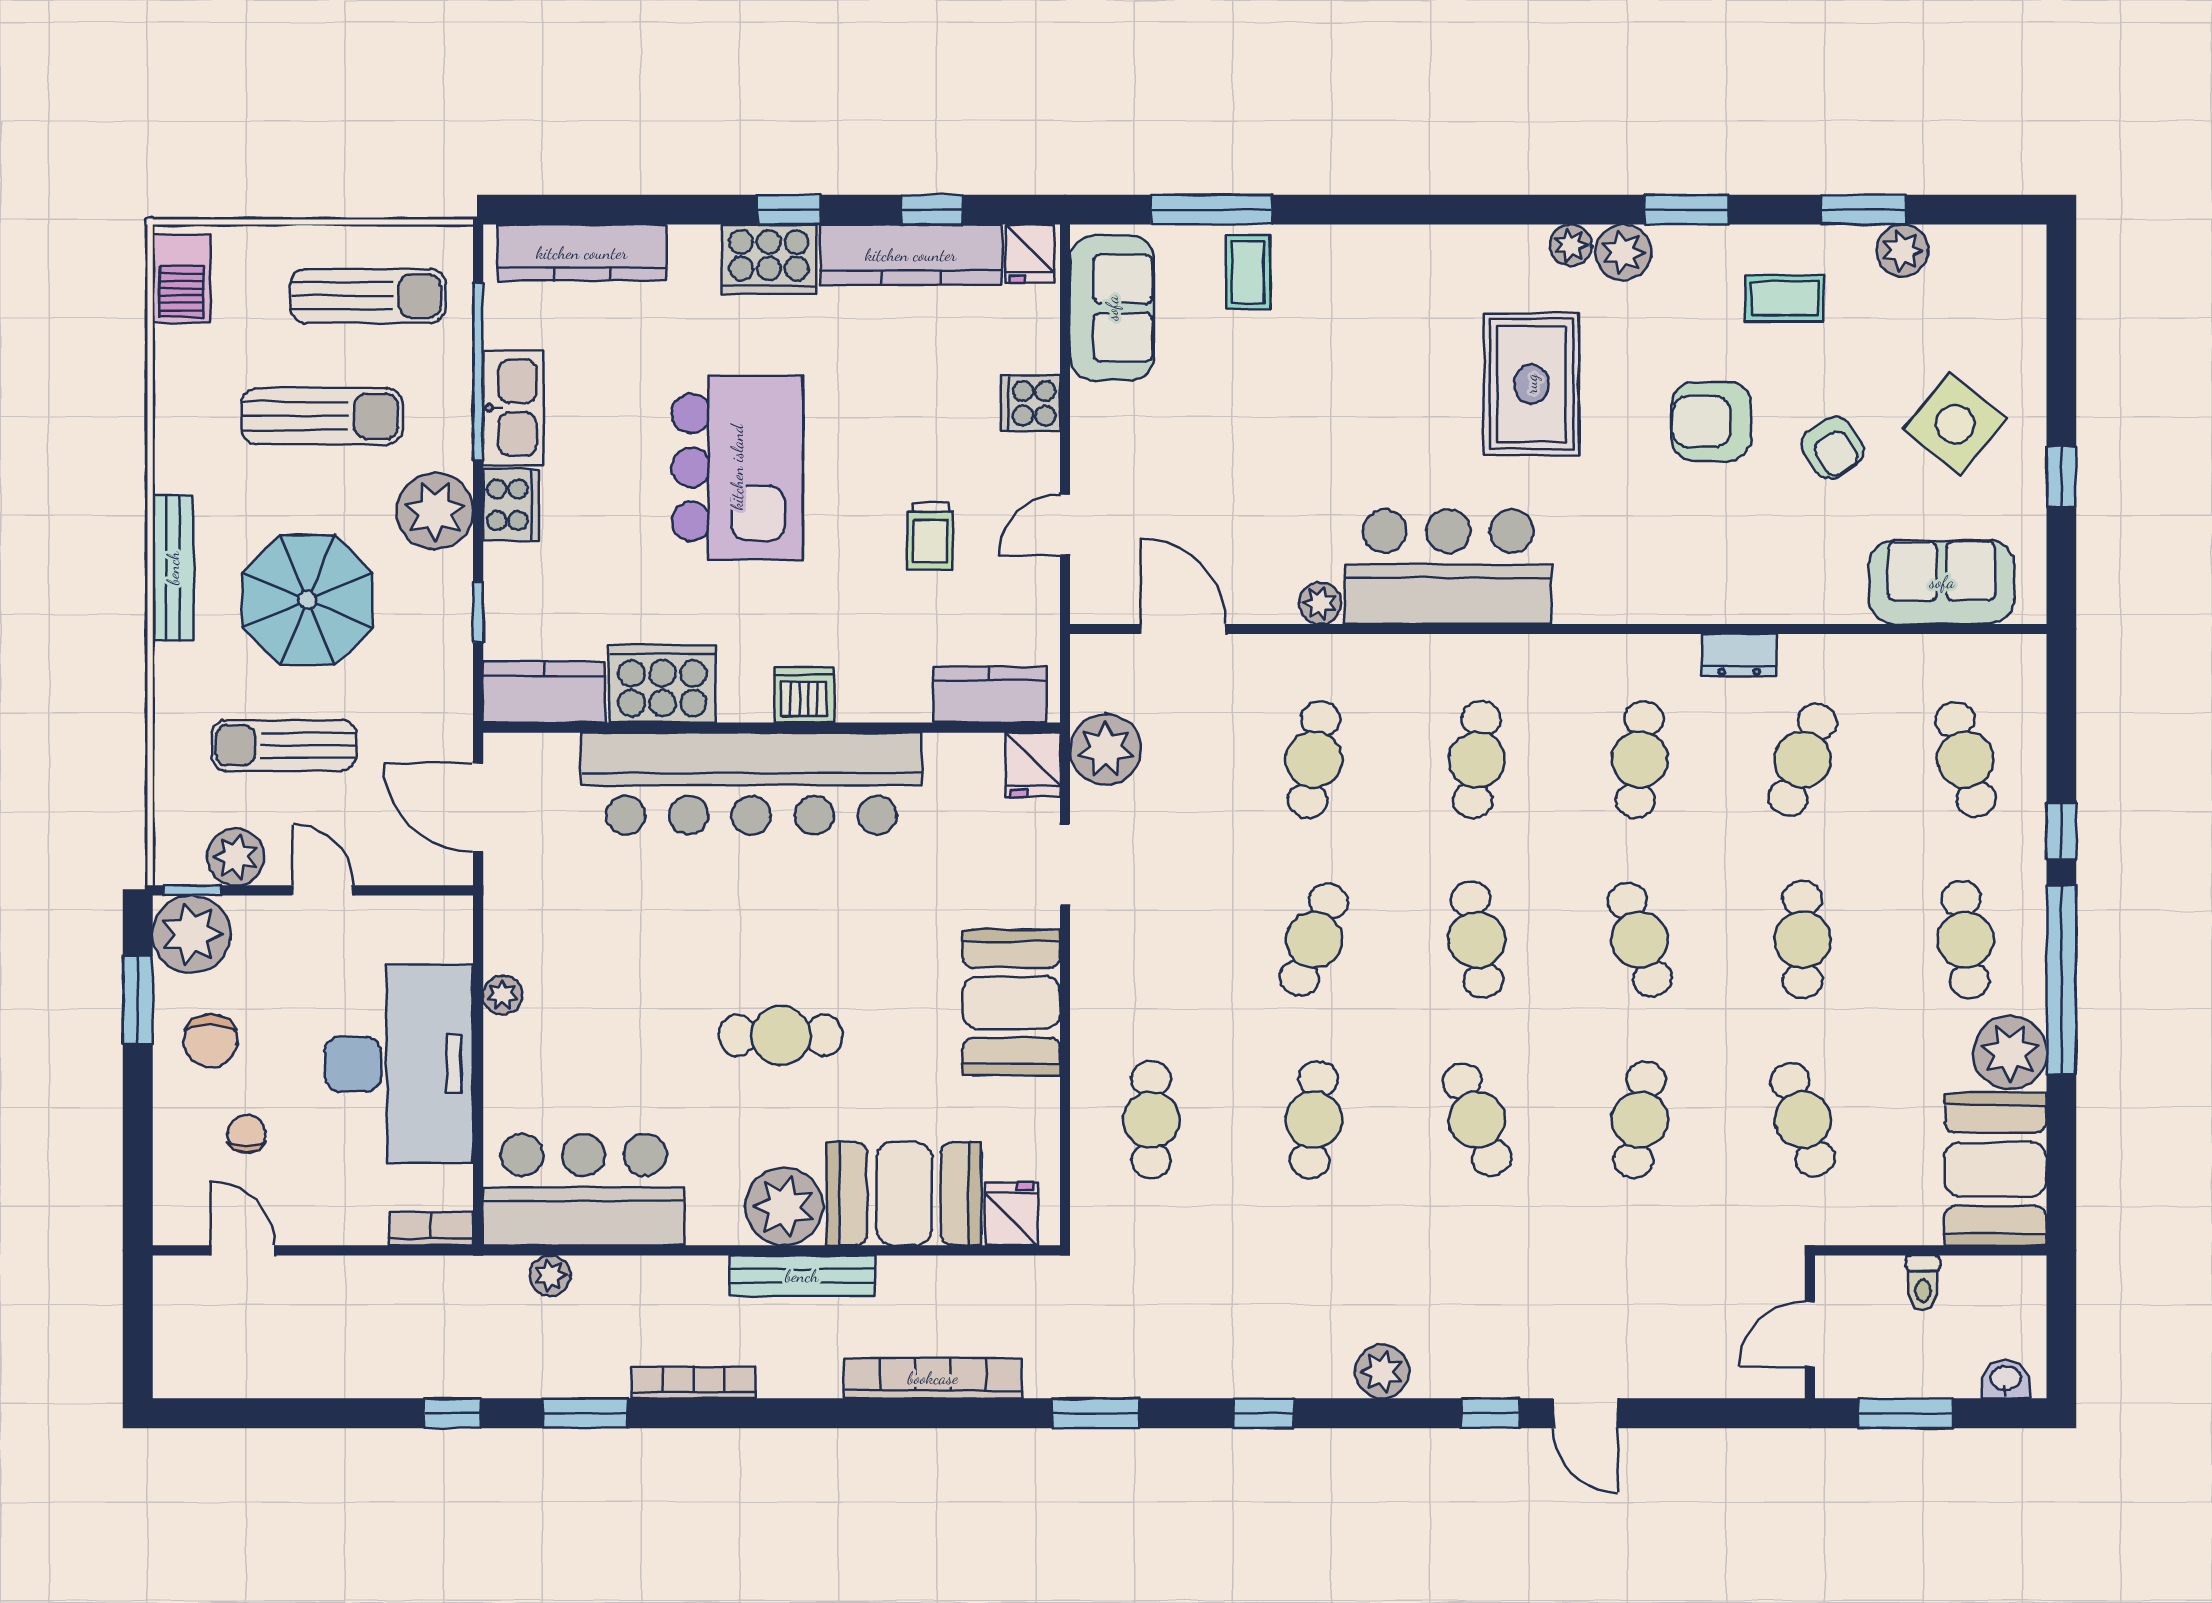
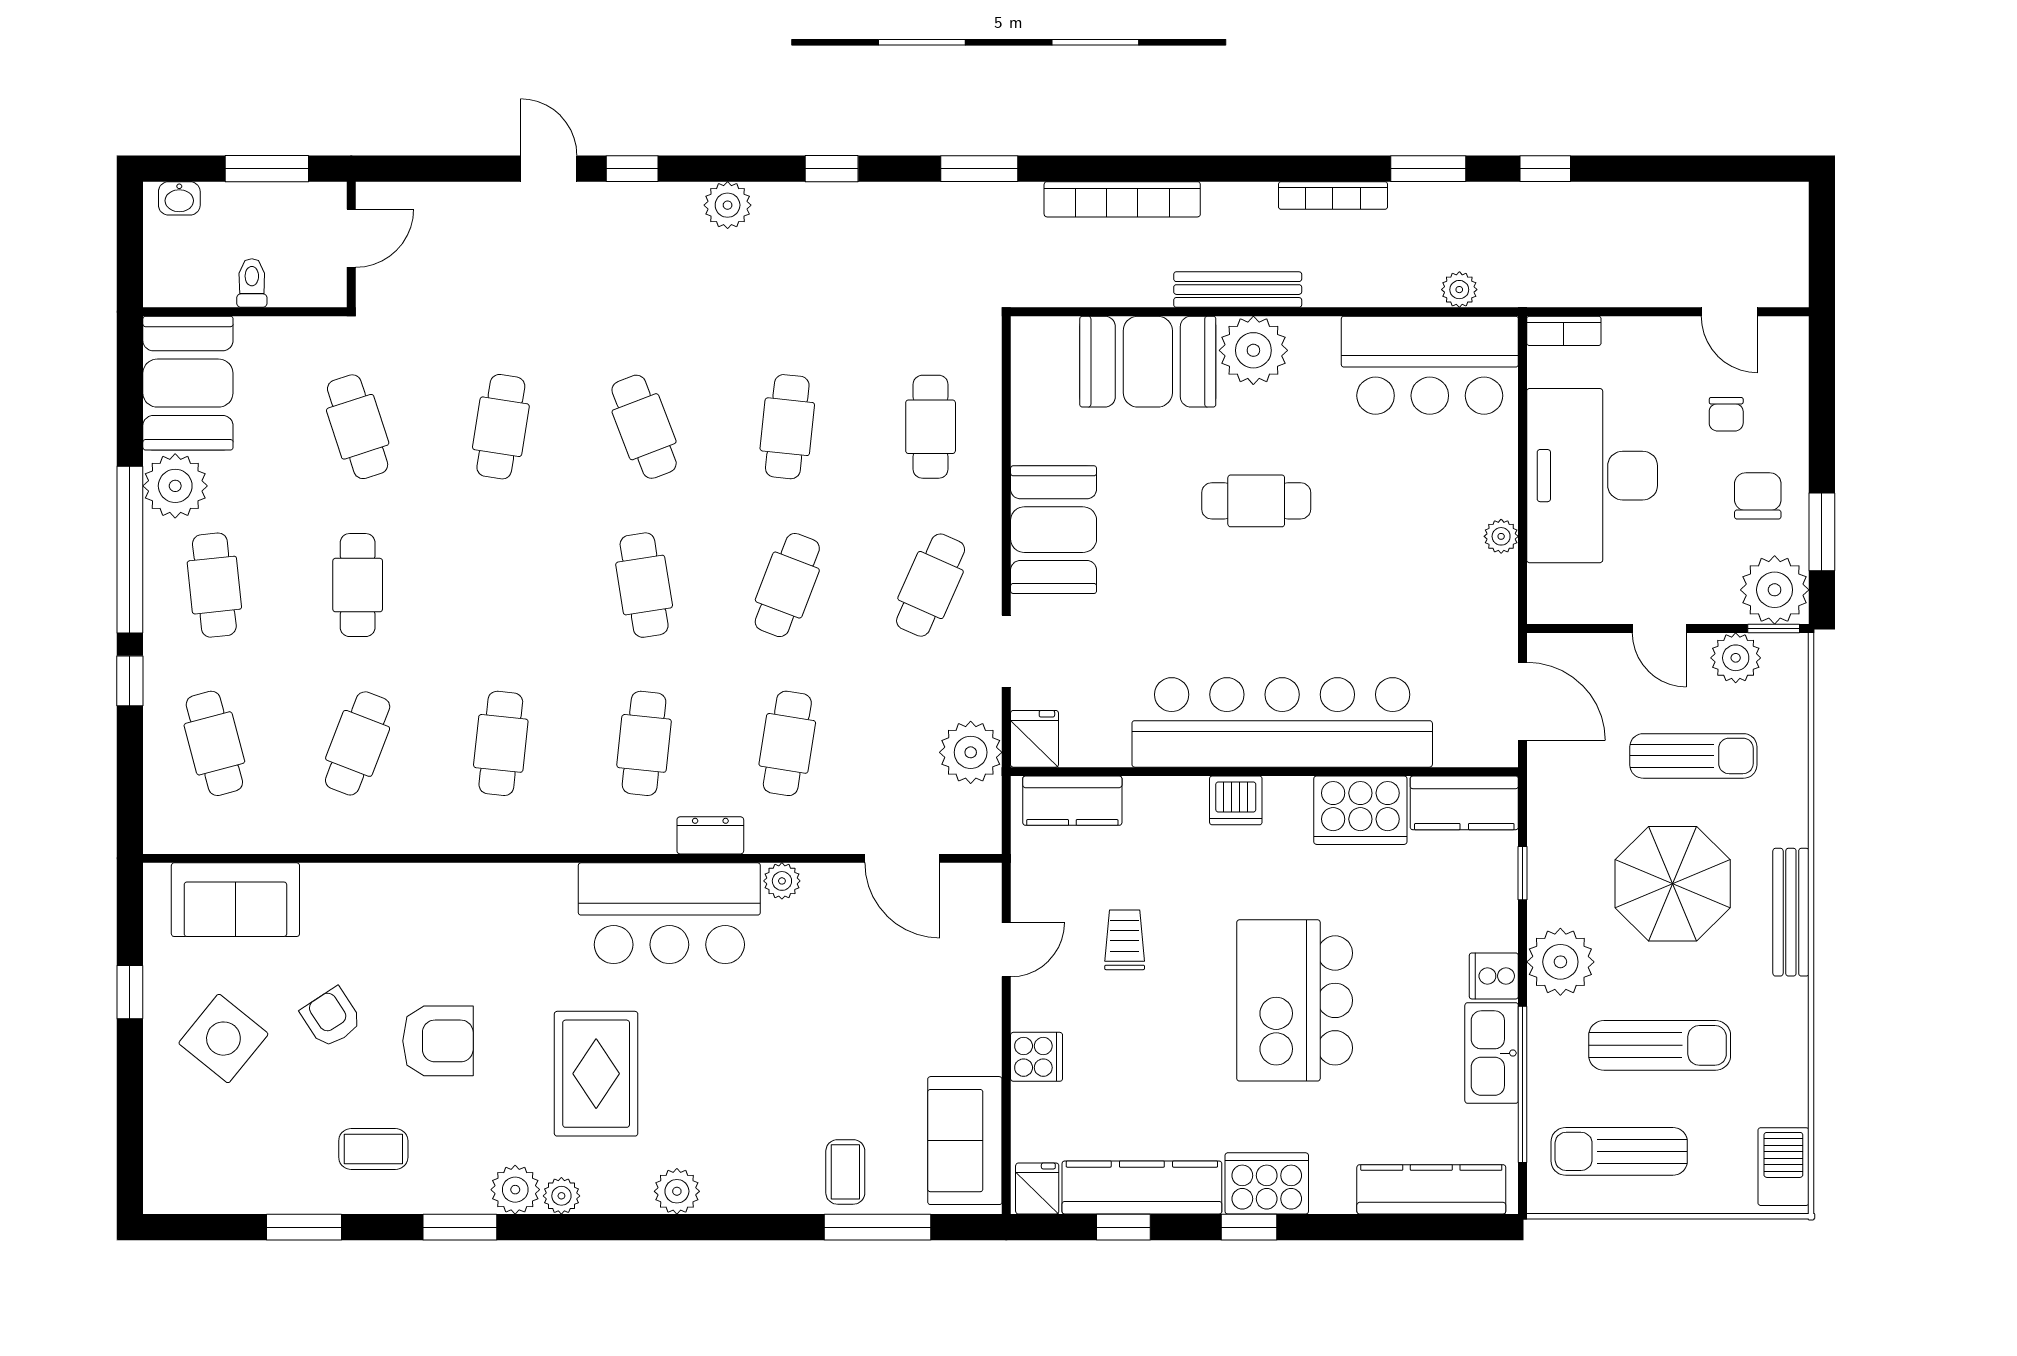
plant: (1902, 250) -> (677, 1191), moved
sun lounger: (322, 416) -> (1660, 1045), turned 180
cooker: (511, 505) -> (1494, 976), width x0.73
dresser: (1739, 655) -> (710, 835), moved
cafe table: (1640, 940) -> (931, 585), moved, turned 42
fridge: (1012, 1214) -> (1053, 344), removed

